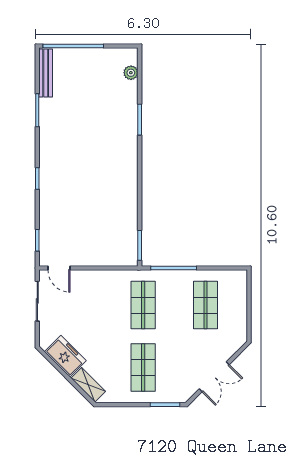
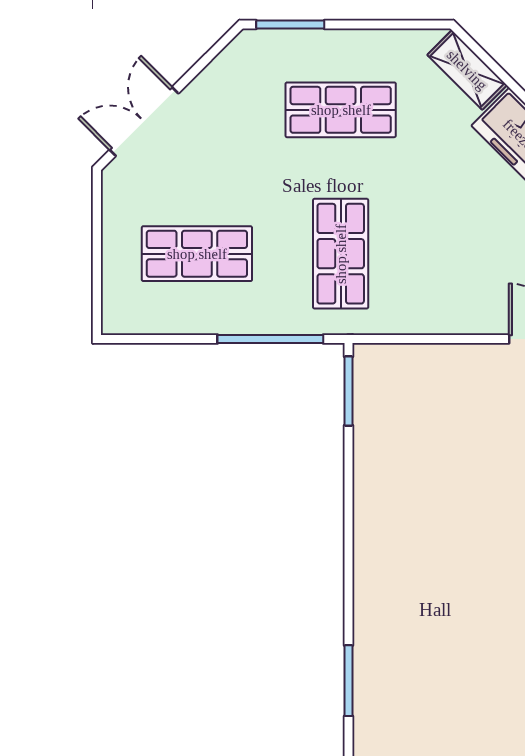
shop shelf: (206, 305) -> (197, 254), turned 90
shop shelf: (143, 368) -> (341, 110), turned 90
double door: (214, 377) -> (144, 122), moved

